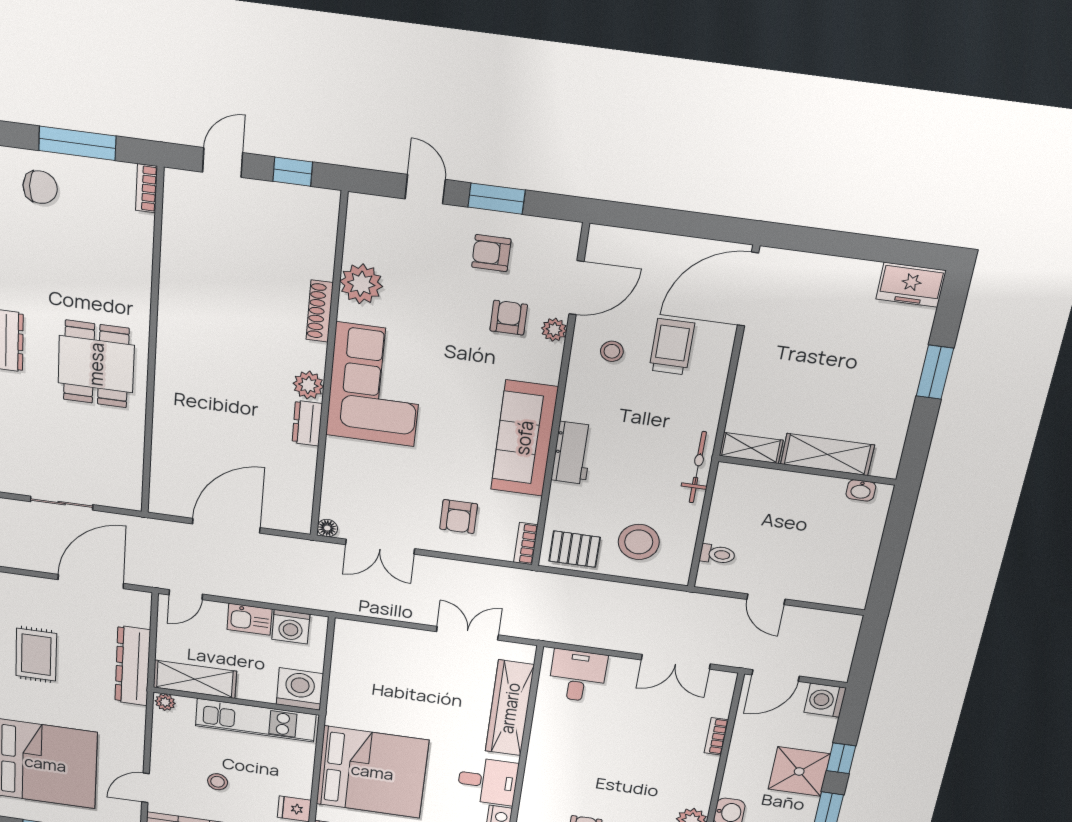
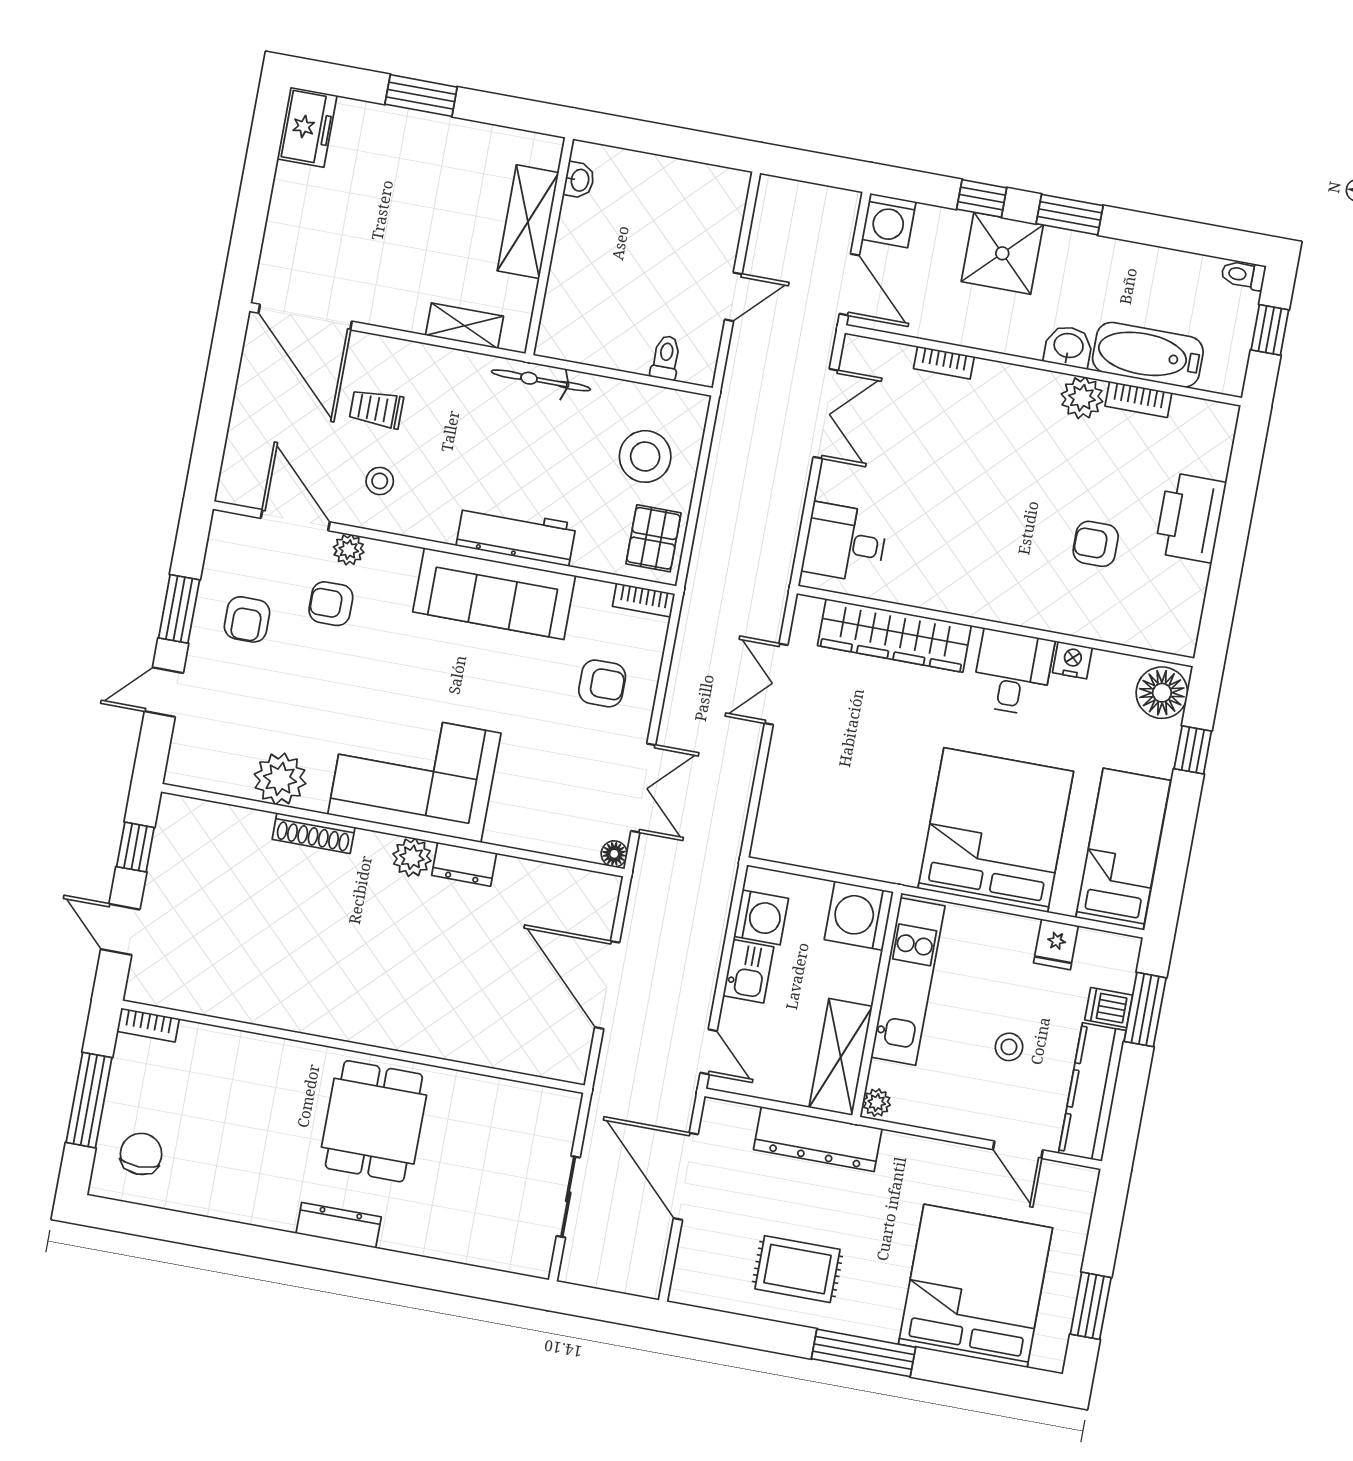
trolley: (672, 347) -> (376, 409), width x0.73, depth x0.72
dining table: (96, 364) -> (374, 1121), turned 90
shelving: (751, 448) -> (464, 326), moved, turned 90
workbench: (572, 453) -> (516, 535), width x1.38

